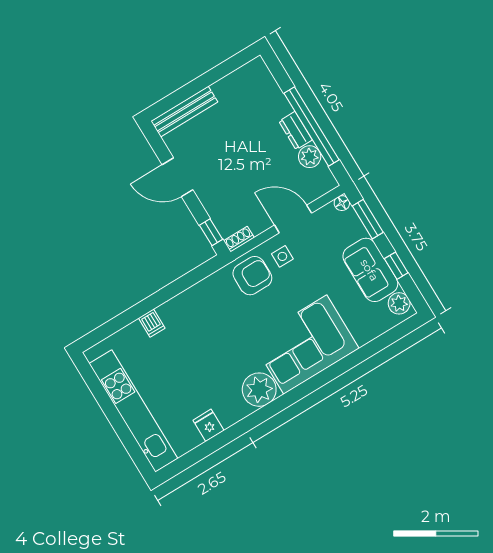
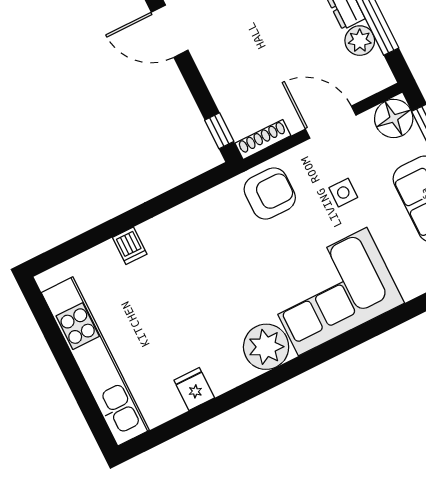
door: (178, 177) -> (170, 31), moved
floor lamp: (342, 203) -> (394, 118), width x1.89, depth x1.89
shoe rack: (239, 239) -> (263, 139), width x1.43
side table: (282, 256) -> (343, 193), moved

